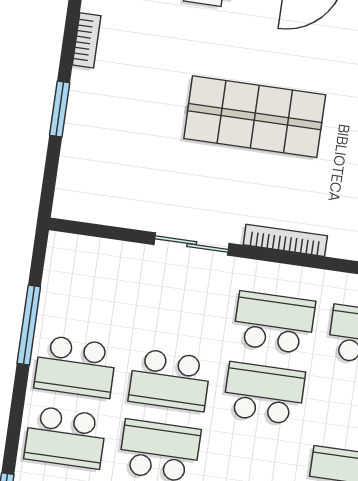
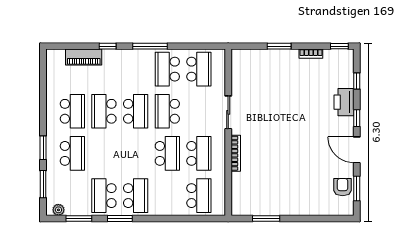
shop shelf: (255, 117) -> (288, 132), removed
window: (29, 325) -> (150, 46), moved
school desk: (65, 437) -> (199, 69), moved, turned 180

